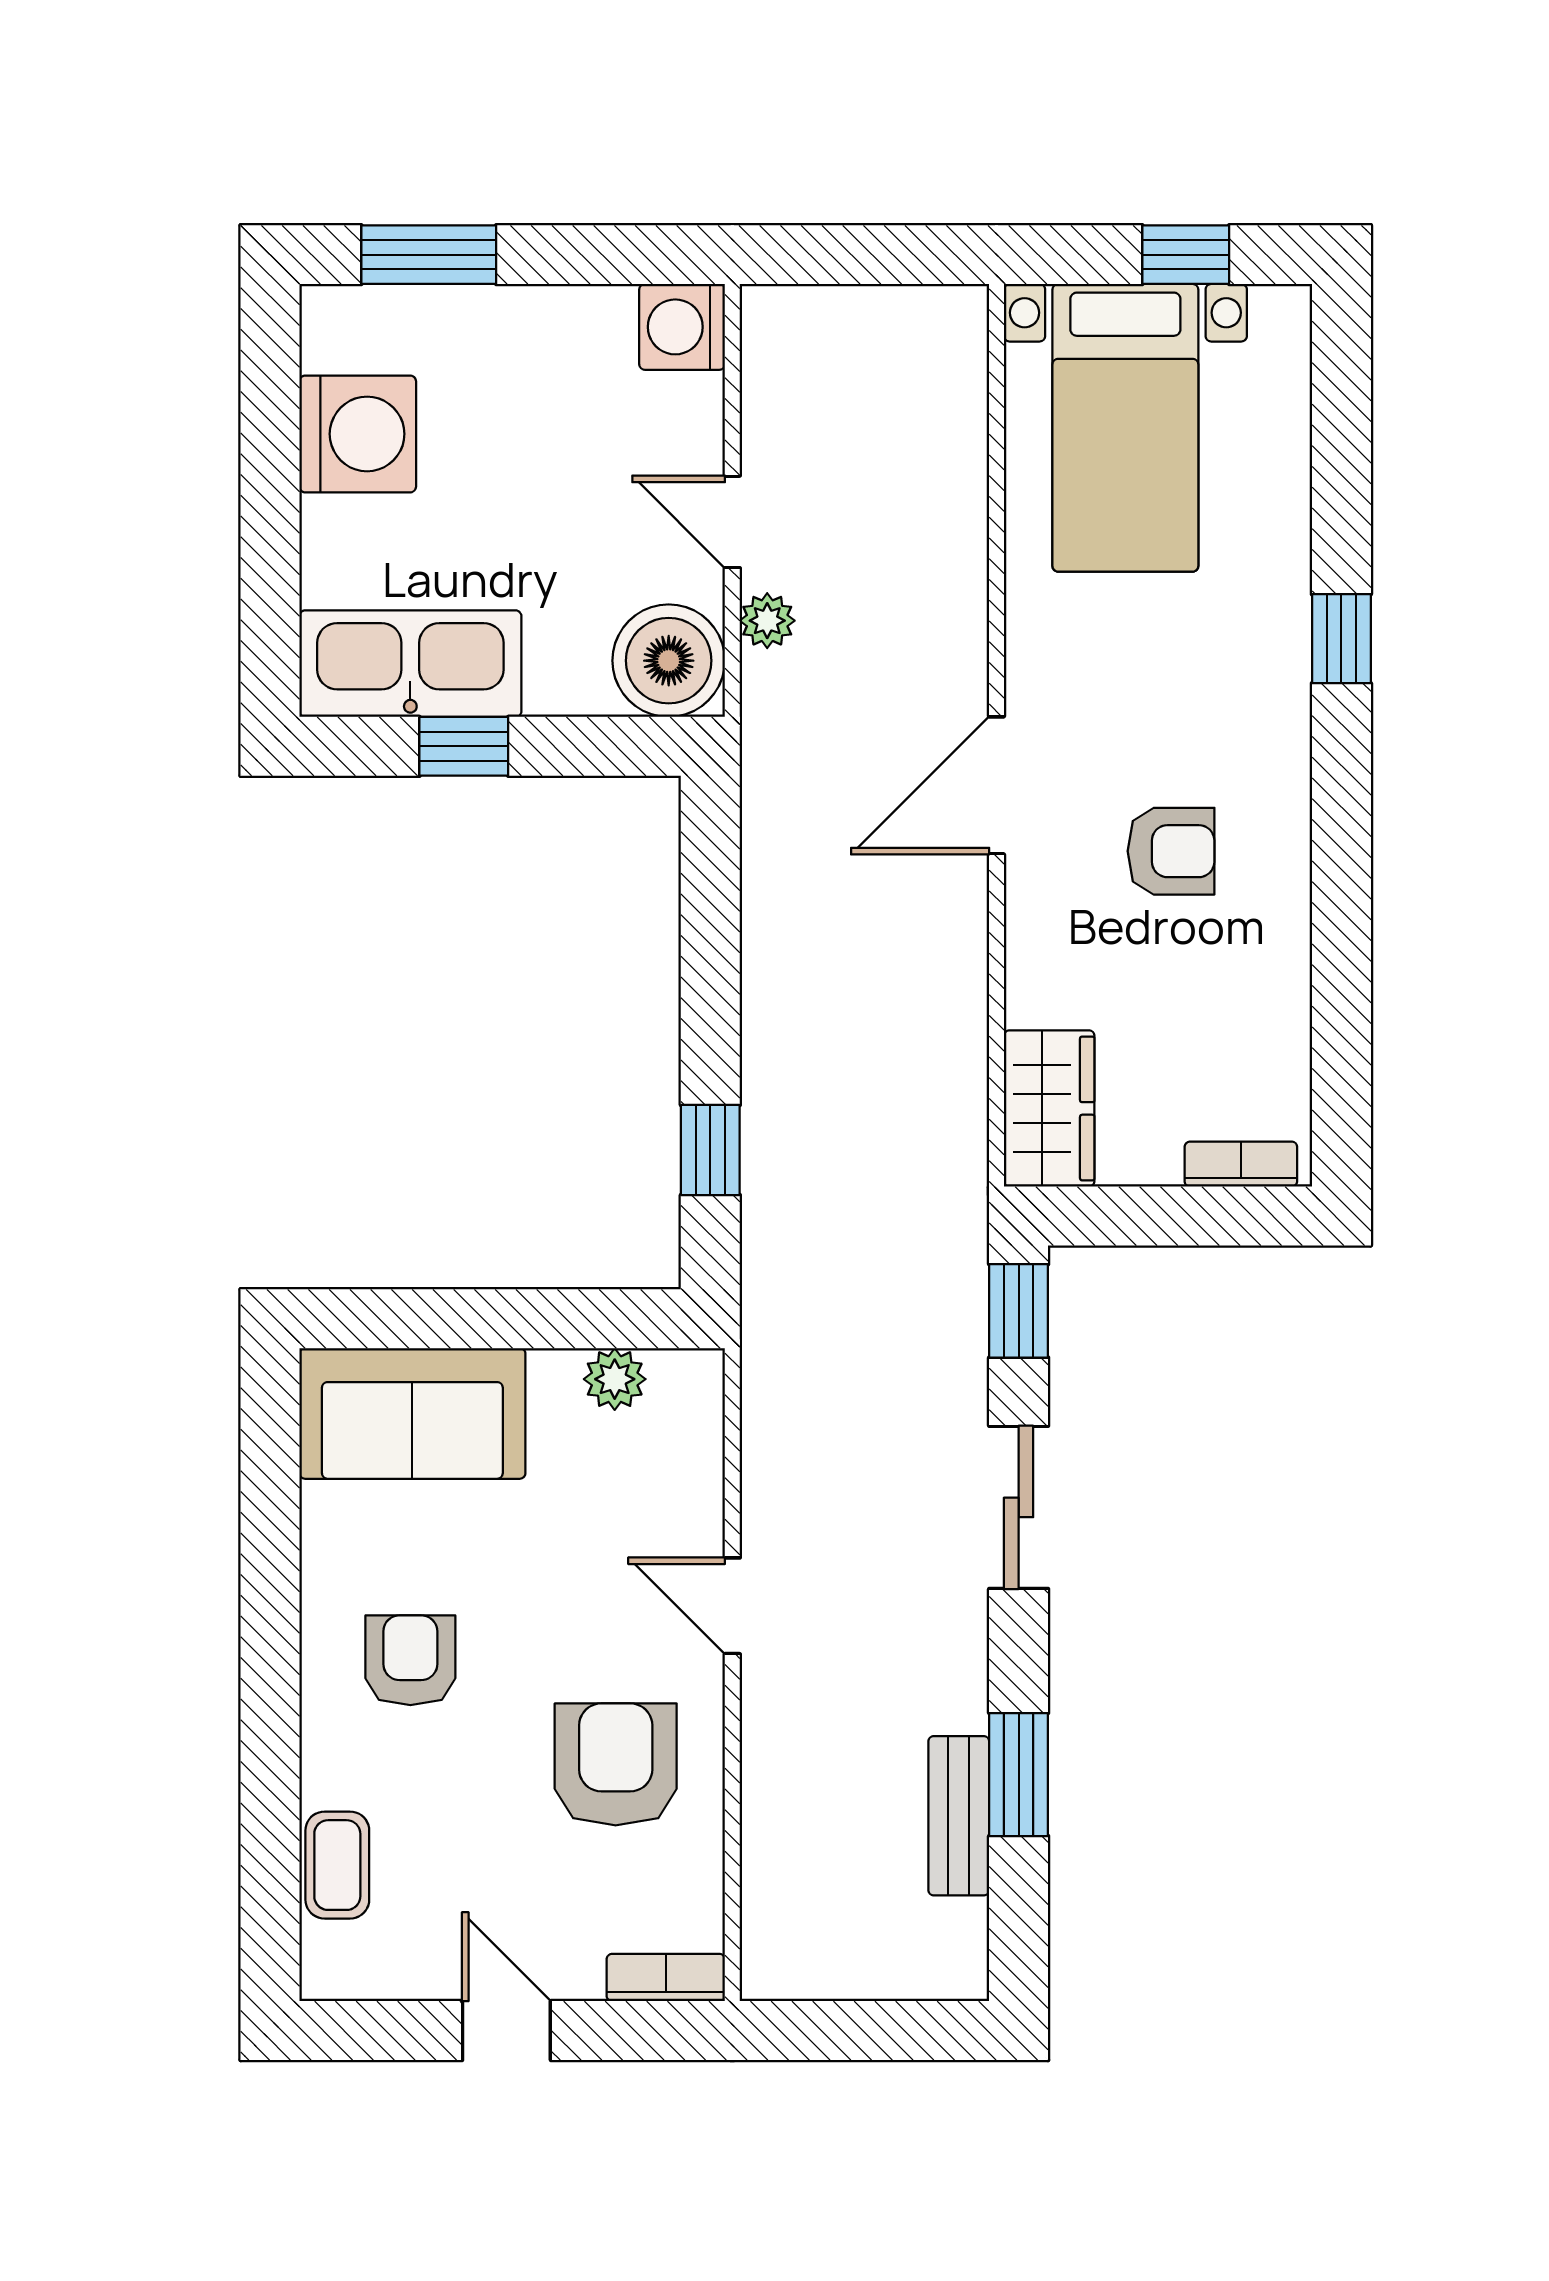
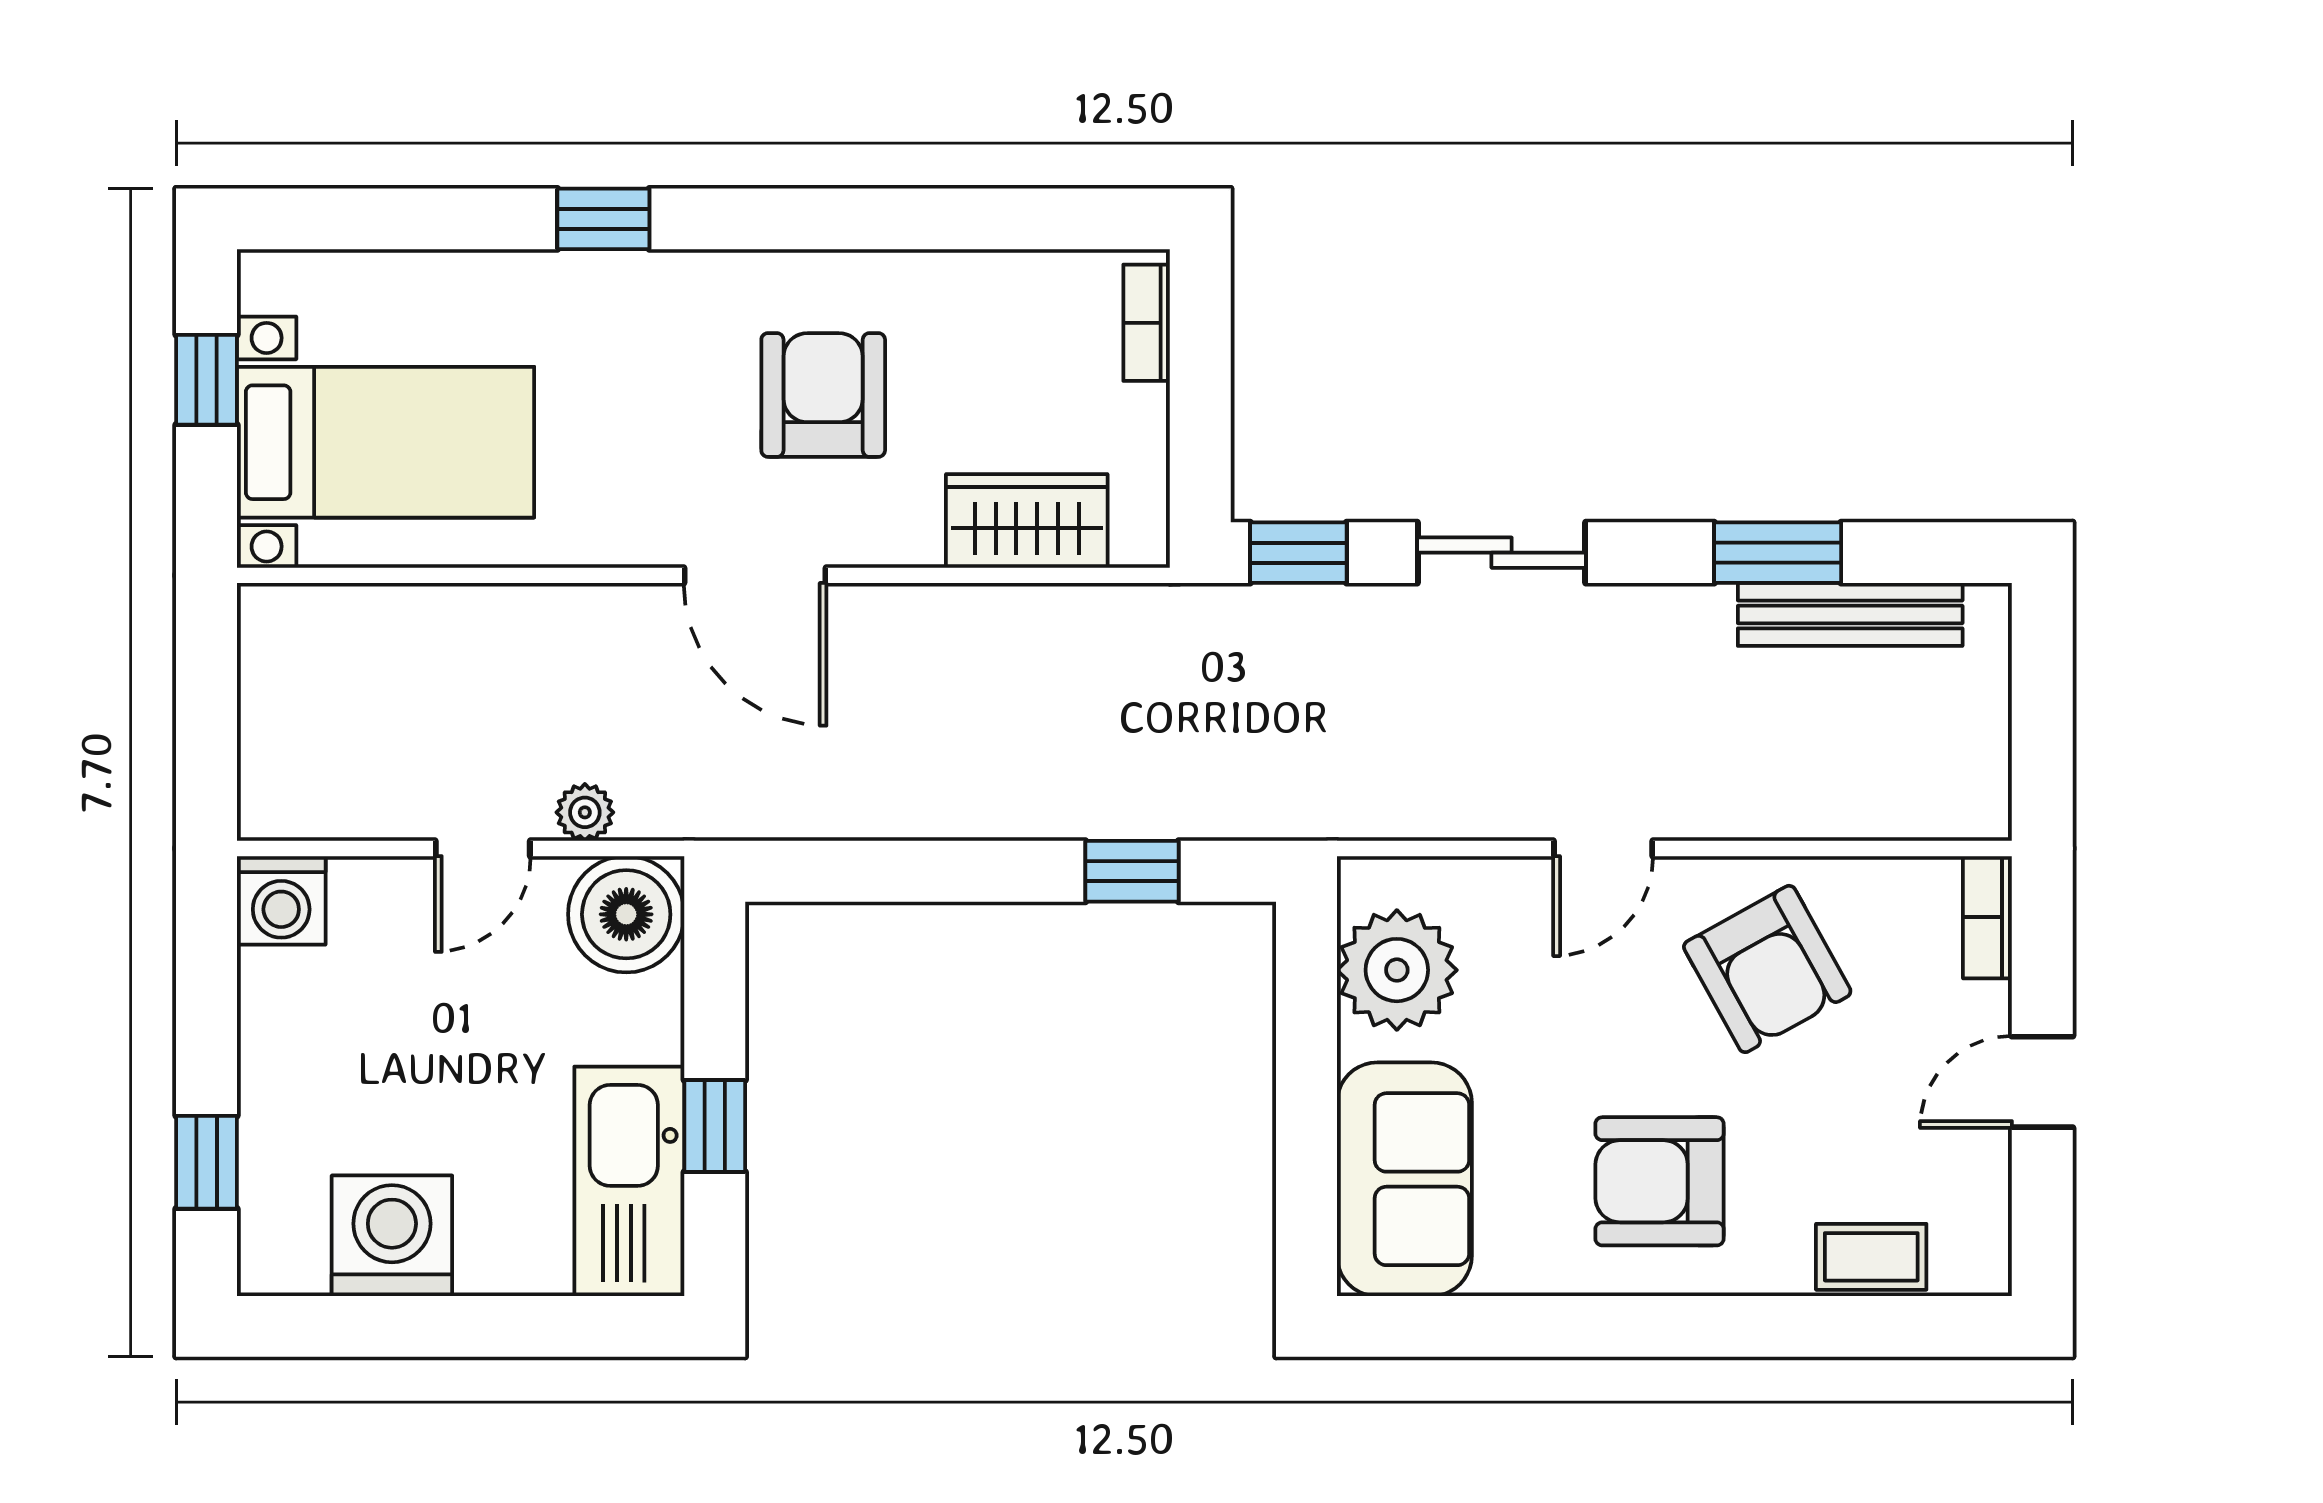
window: (429, 255) -> (207, 1162), width x0.67
armchair: (1171, 851) -> (823, 395), width x1.38, depth x1.38
wardrobe: (1049, 1108) -> (1027, 521), moved
plant: (615, 1379) -> (1397, 970), width x1.87, depth x1.87
armchair: (410, 1660) -> (1660, 1181), width x1.38, depth x1.38
armchair: (616, 1764) -> (1767, 969), turned -119
bench: (959, 1816) -> (1850, 614), width x1.36

